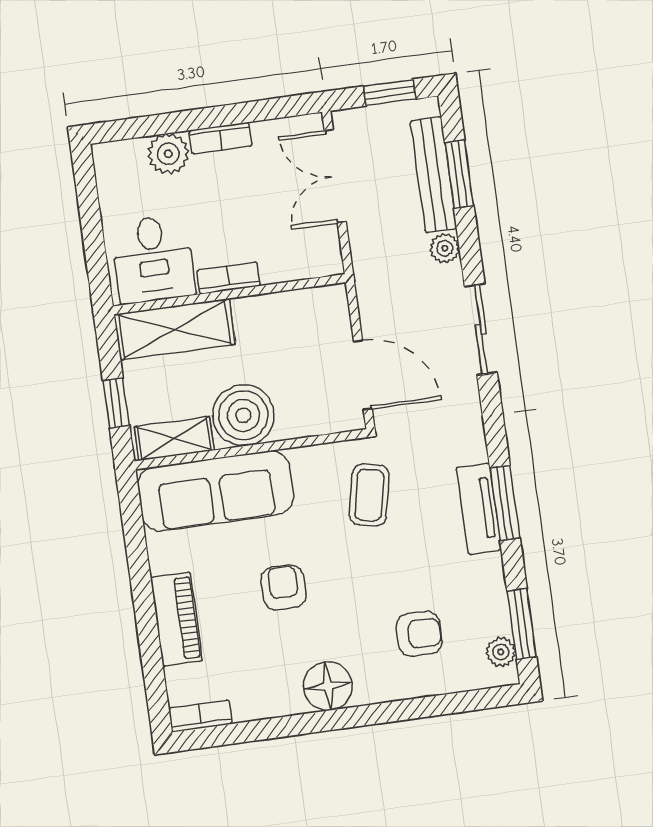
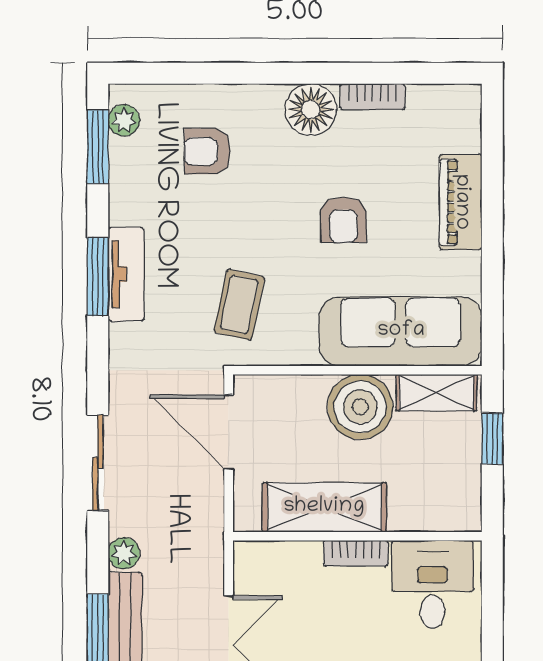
shelving: (175, 329) -> (324, 507), moved
bookcase: (200, 716) -> (373, 97), moved

